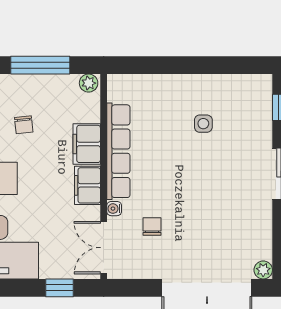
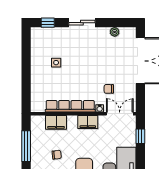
plant: (89, 83) -> (35, 121), removed
filing cabinet: (87, 144) -> (56, 122), moved
double door: (104, 248) -> (120, 114), swing flipped
plant: (263, 270) -> (115, 32), moved

